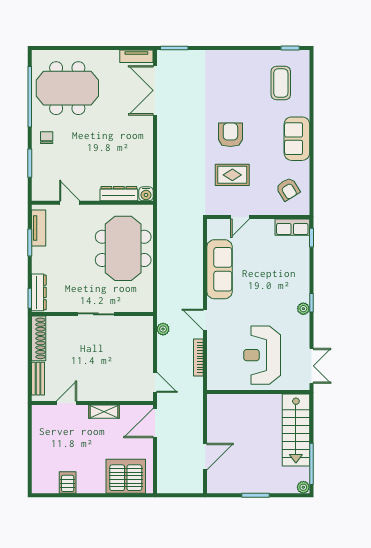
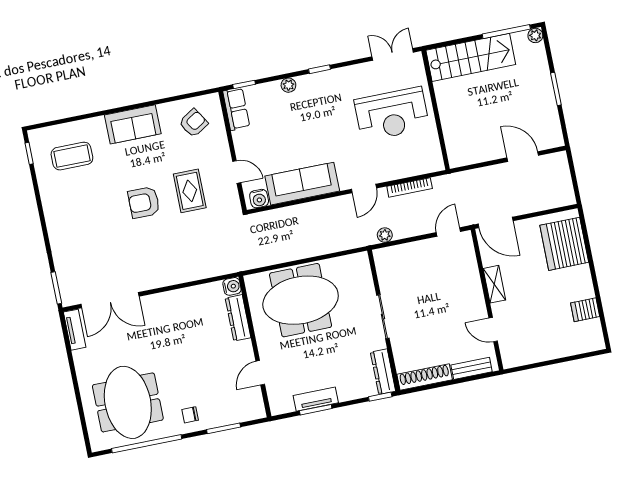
tv unit: (39, 228) -> (316, 399), moved
water cooler: (214, 231) -> (259, 199), added
dresser: (39, 292) -> (383, 372), moved, turned -90
plant: (303, 309) -> (288, 85), moved

